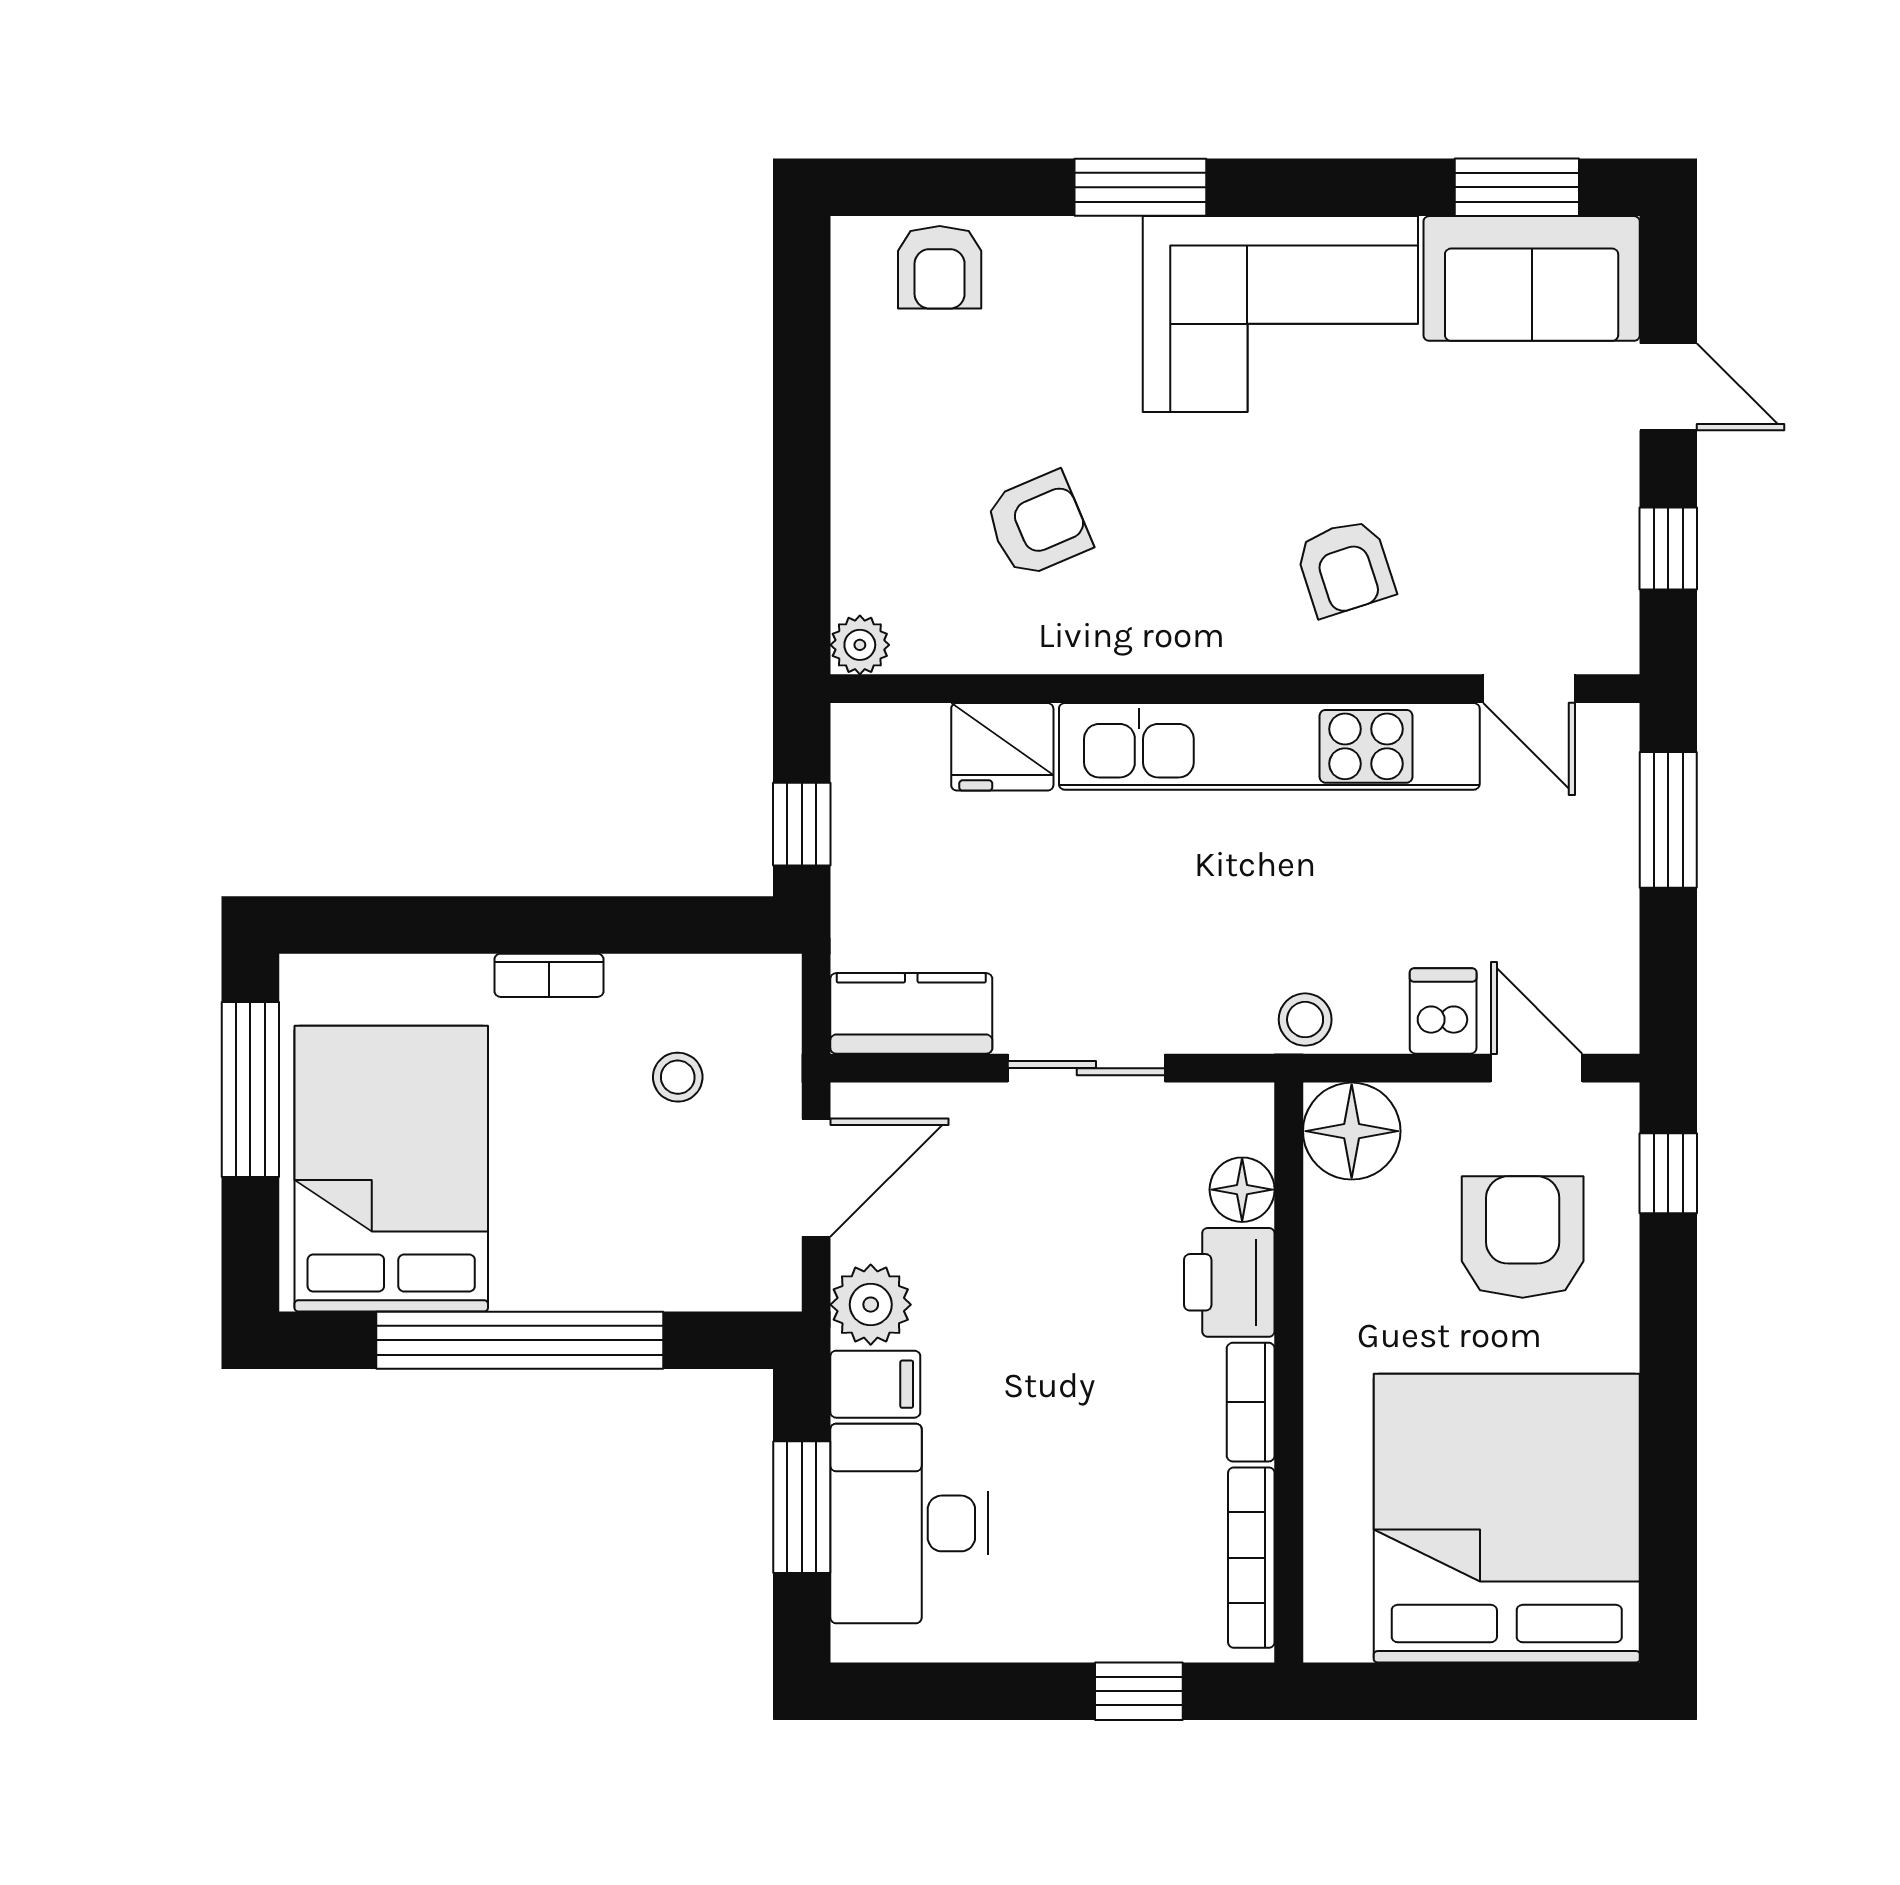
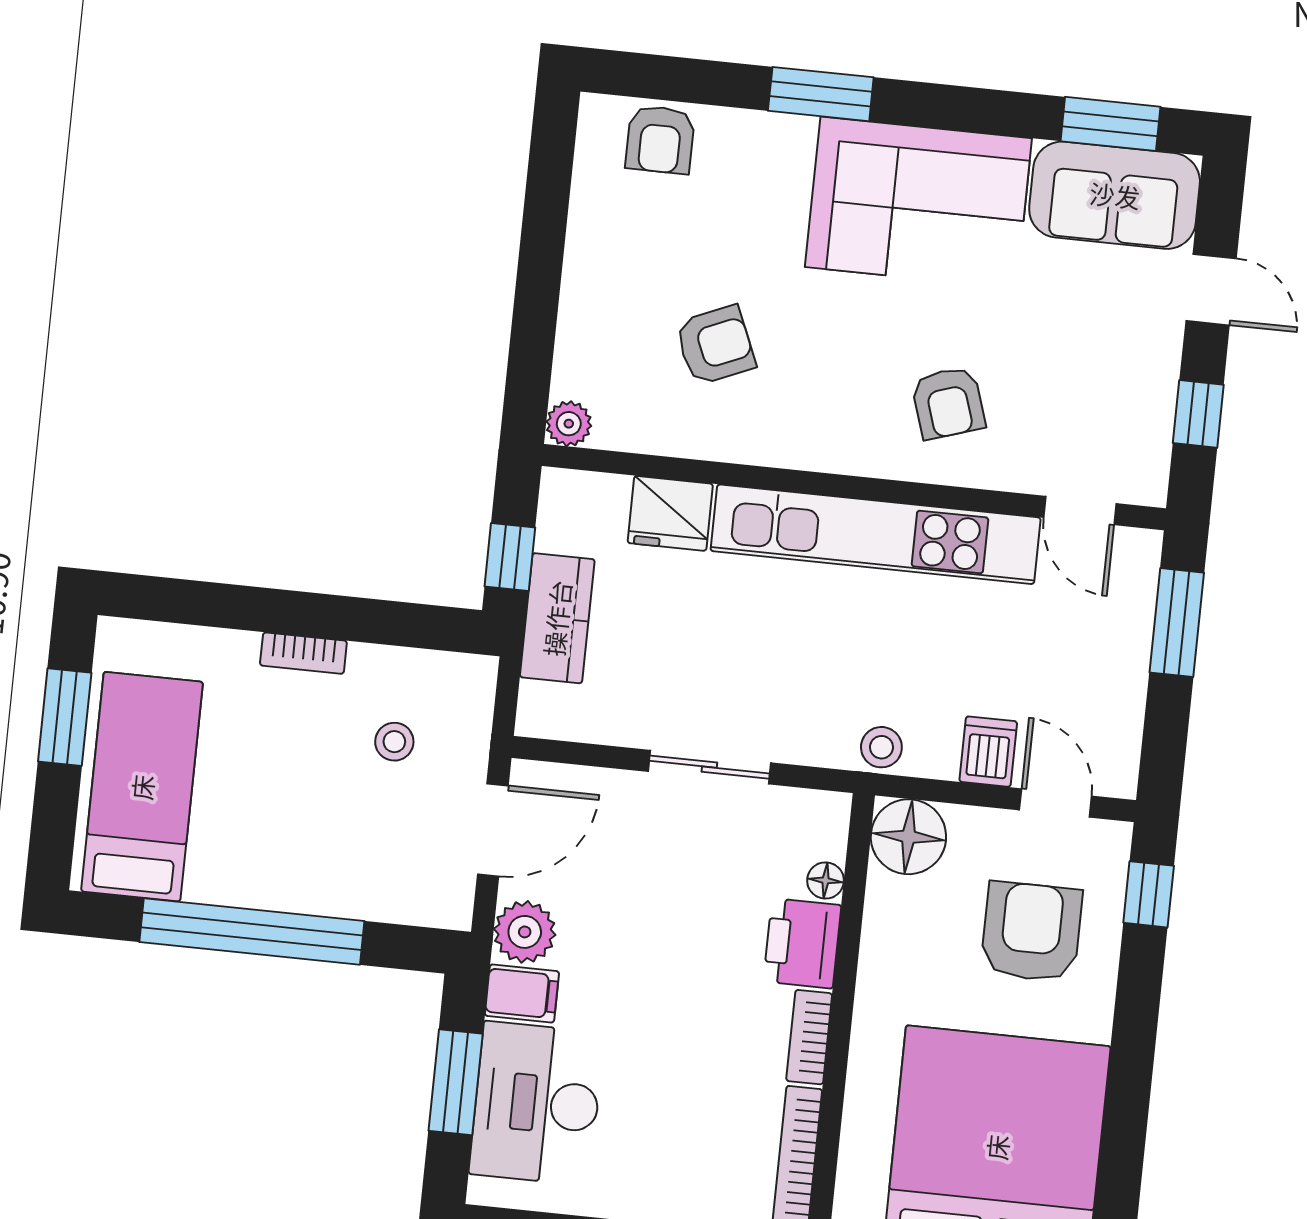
kitchen counter: (911, 1013) -> (557, 618), moved, turned 90
window: (250, 1089) -> (65, 717), width x0.69
bed: (391, 1169) -> (142, 787), width x0.67
floor lamp: (1242, 1190) -> (826, 880), width x0.73, depth x0.73

